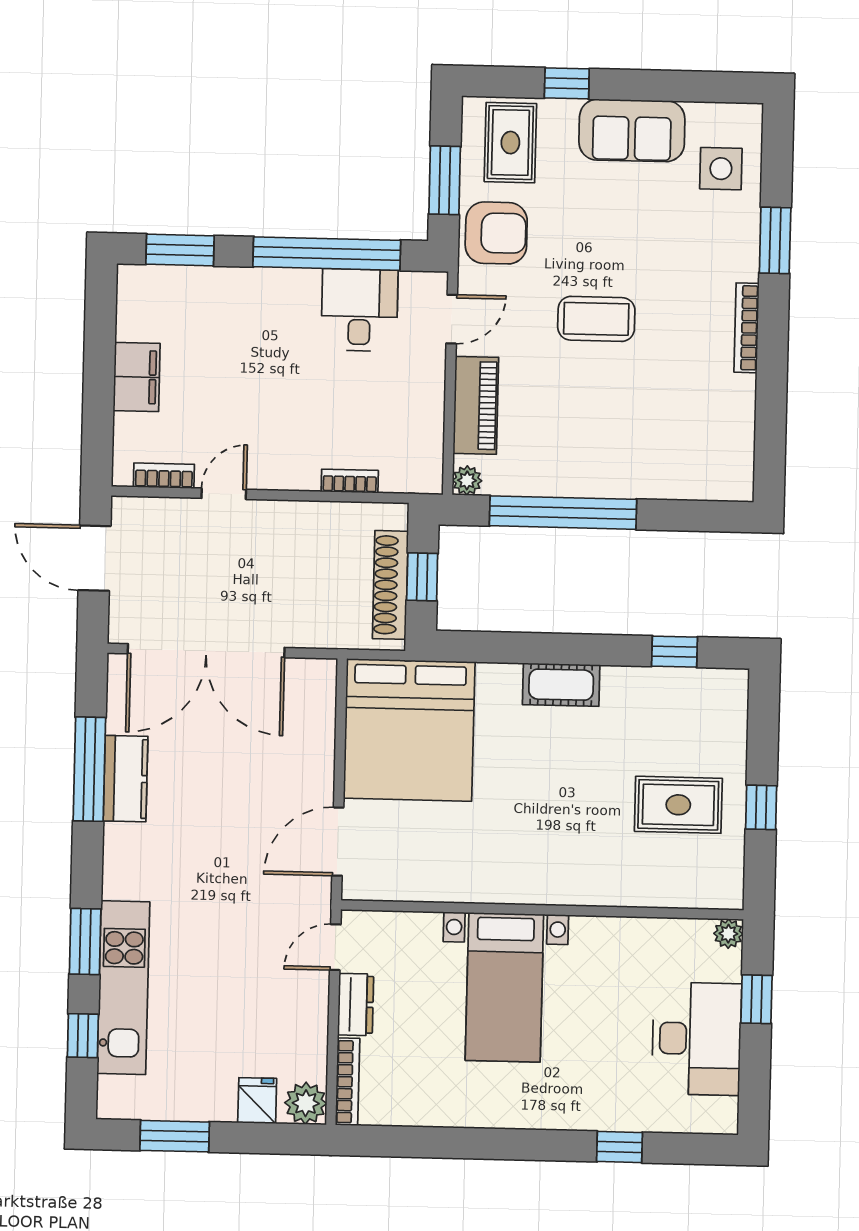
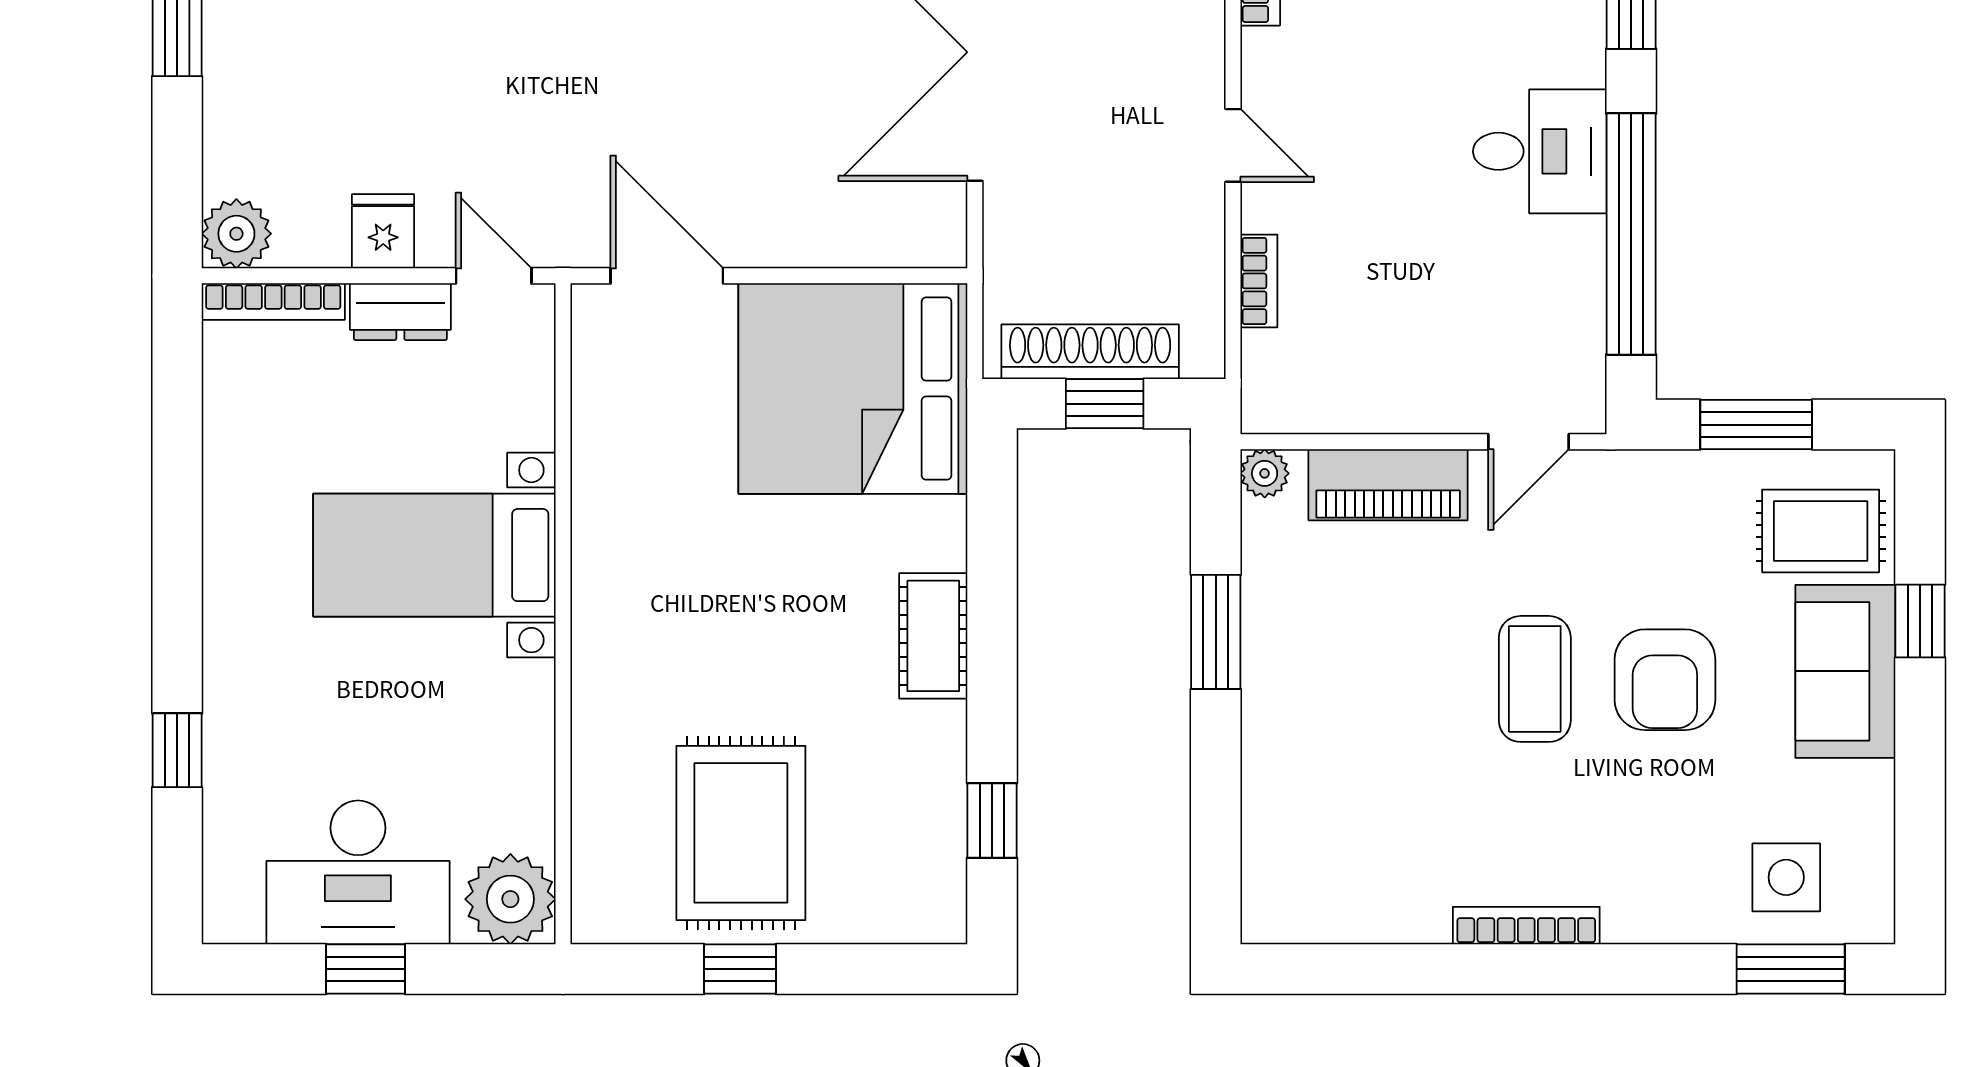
sofa: (632, 130) -> (1845, 671), moved
armchair: (496, 233) -> (1665, 680), moved
window: (775, 240) -> (1791, 969), moved
desk: (359, 310) -> (1540, 151), moved
door: (452, 319) -> (1529, 442), hinge flipped
door: (224, 494) -> (1233, 145), moved
window: (563, 513) -> (1216, 632), width x0.47
rug: (678, 805) -> (741, 833), width x1.36, depth x1.43
plant: (728, 934) -> (510, 899), width x1.88, depth x1.88
window: (756, 999) -> (366, 969), moved
fridge: (257, 1101) -> (383, 231), moved, turned -90

